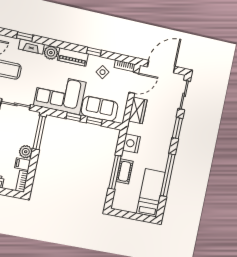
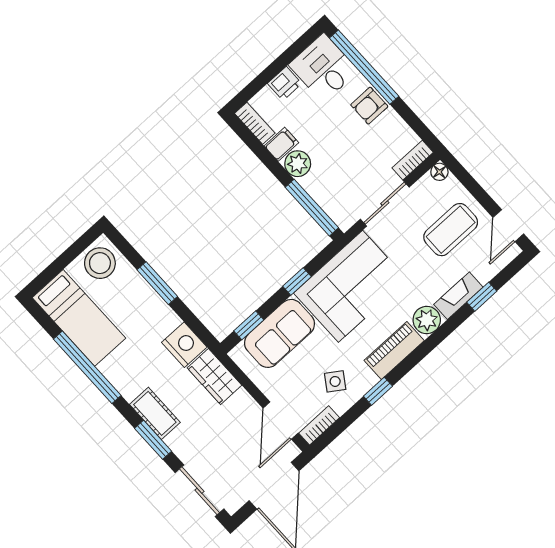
wardrobe: (138, 110) -> (214, 377), moved
window: (94, 121) -> (249, 325), moved
cot: (125, 171) -> (155, 413), moved
window: (115, 172) -> (157, 283), width x0.69
stool: (123, 201) -> (100, 263), added

